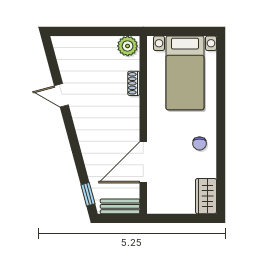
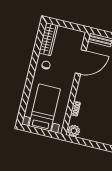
wardrobe: (206, 196) -> (48, 39), width x1.50

